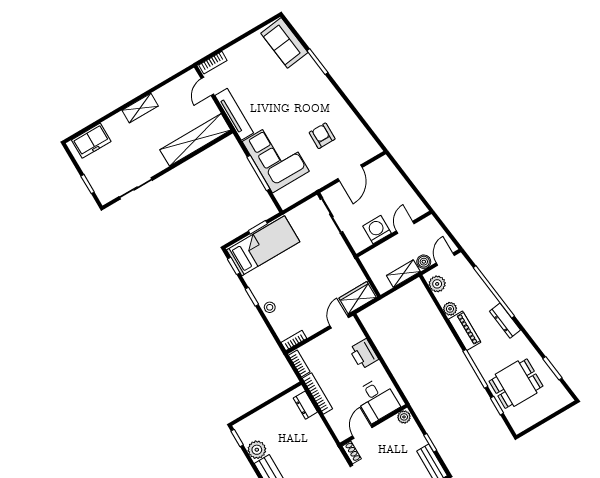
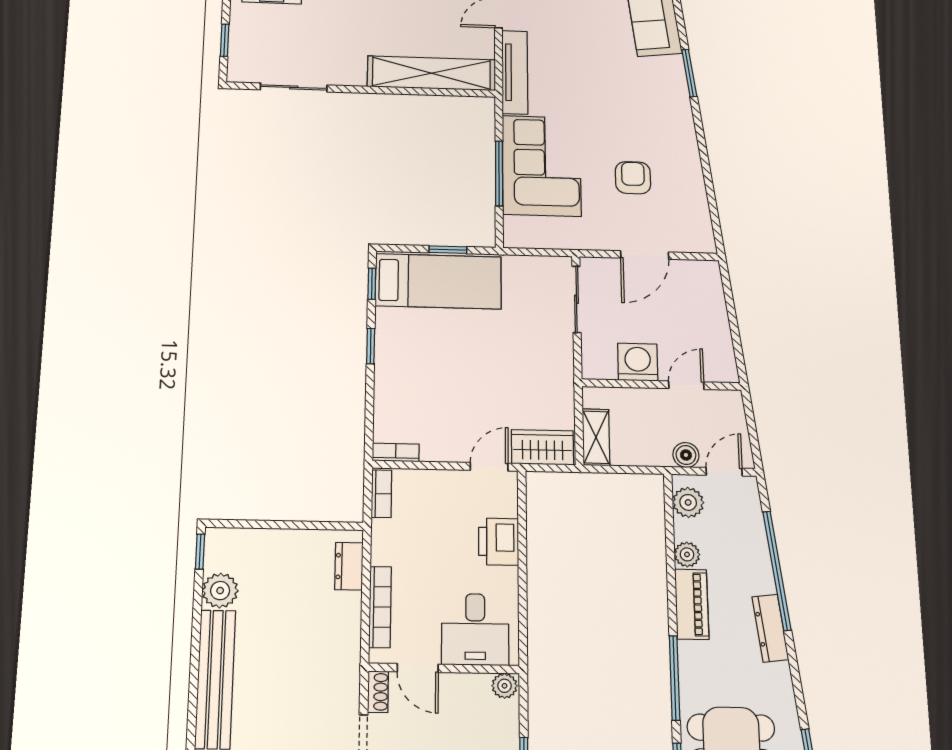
shelving: (403, 274) -> (596, 437), moved, turned 90
stool: (270, 307) -> (389, 379), removed
bookcase: (317, 394) -> (380, 607), moved
door: (362, 432) -> (418, 668), swing flipped

